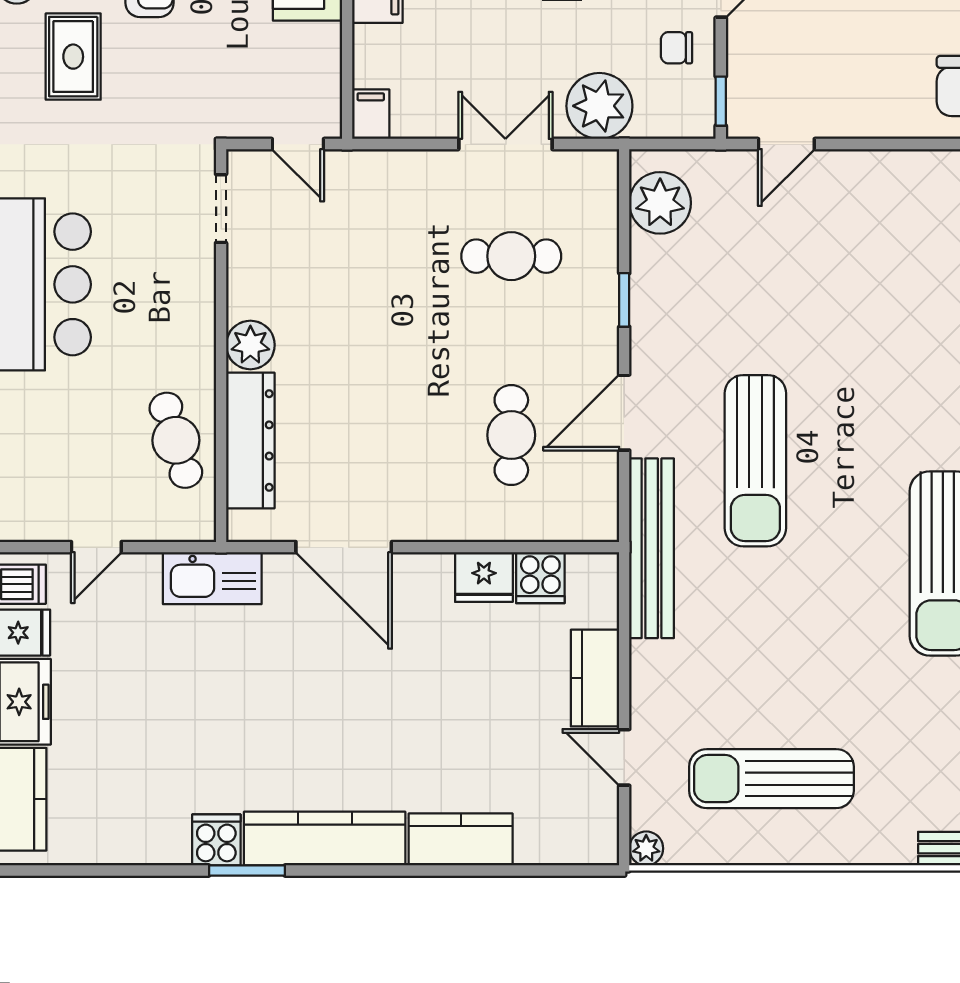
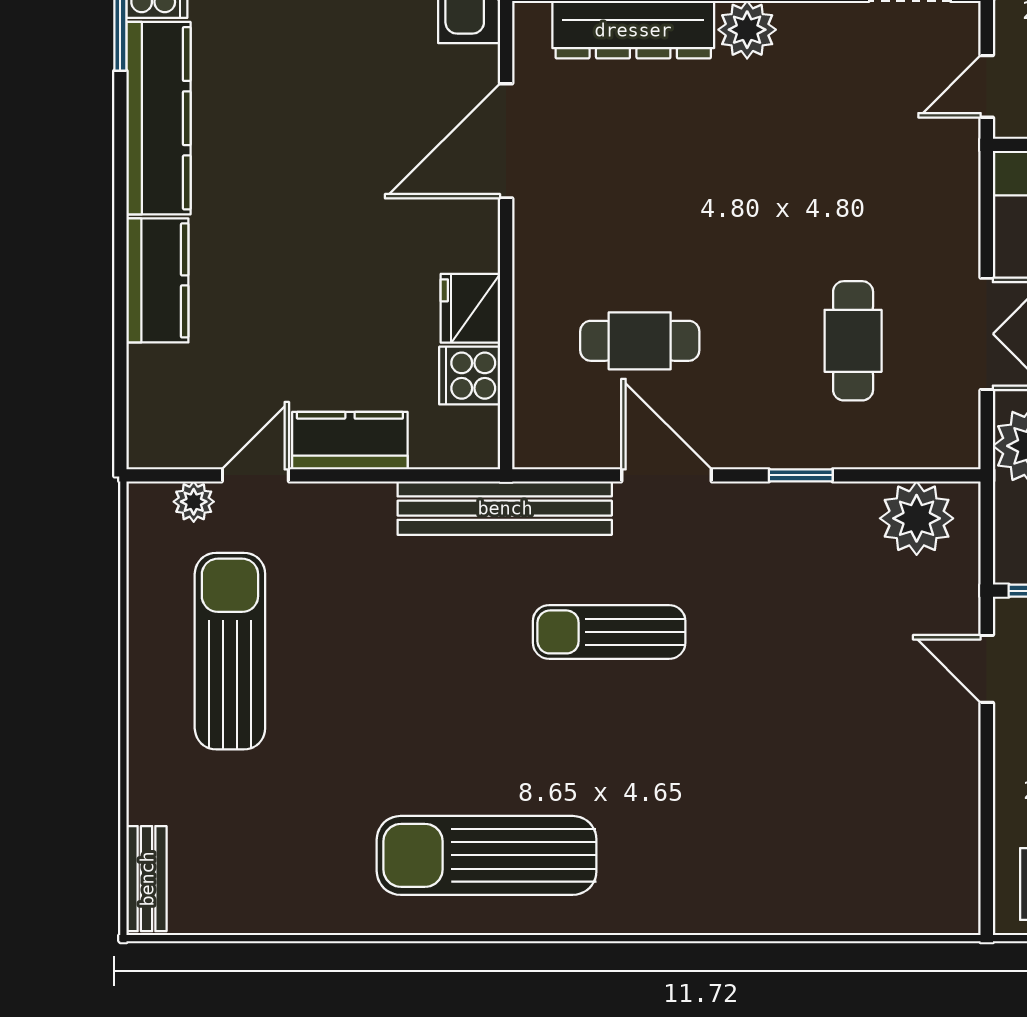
sun lounger: (755, 461) -> (609, 632), width x0.73, depth x0.75
plant: (646, 848) -> (194, 502), moved

